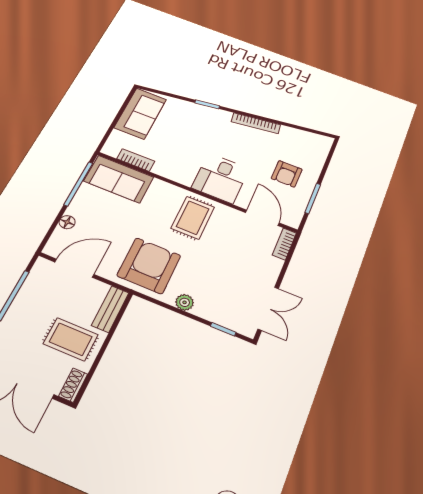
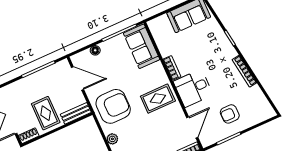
bookcase: (136, 160) -> (172, 68), moved

